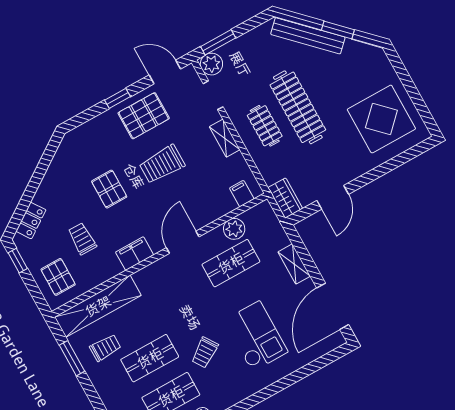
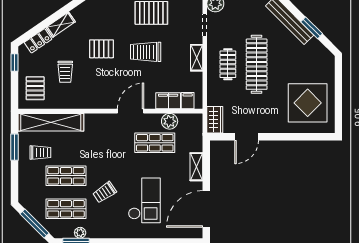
shelving: (47, 187) -> (61, 25), added
pallet: (109, 189) -> (101, 49), turned 90
trolley: (82, 239) -> (65, 72), turned 180
filing cabinet: (135, 254) -> (168, 101), moved

